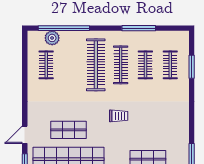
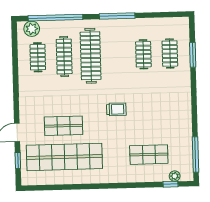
window: (139, 28) -> (117, 16), moved
plant: (52, 38) -> (32, 29), moved
clothes rail: (121, 65) -> (64, 56), moved

